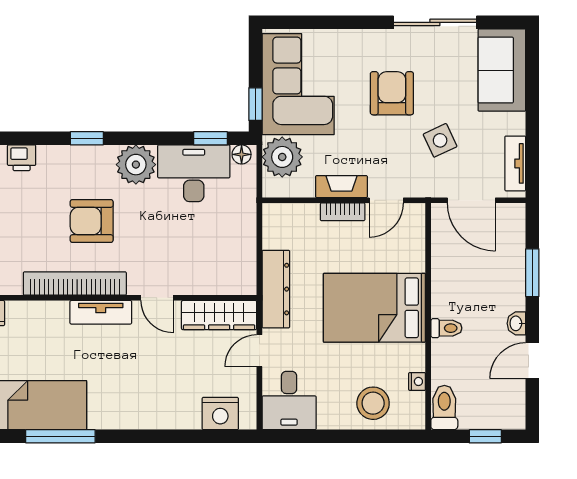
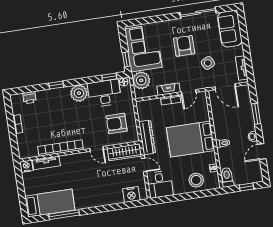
armchair: (92, 221) -> (117, 123), moved
tv unit: (101, 312) -> (46, 163), moved
door: (259, 351) -> (144, 165), swing flipped

